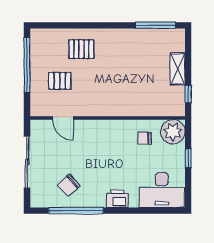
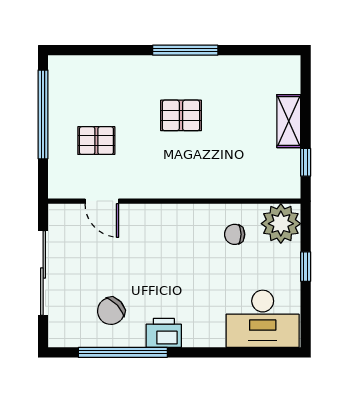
window: (155, 25) -> (185, 50), moved
pallet: (81, 49) -> (181, 115), moved
printer: (117, 199) -> (164, 333), moved

